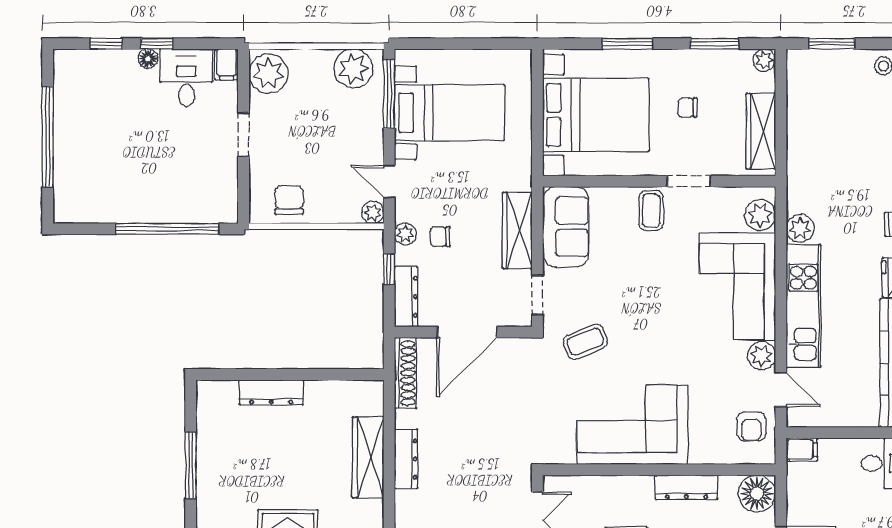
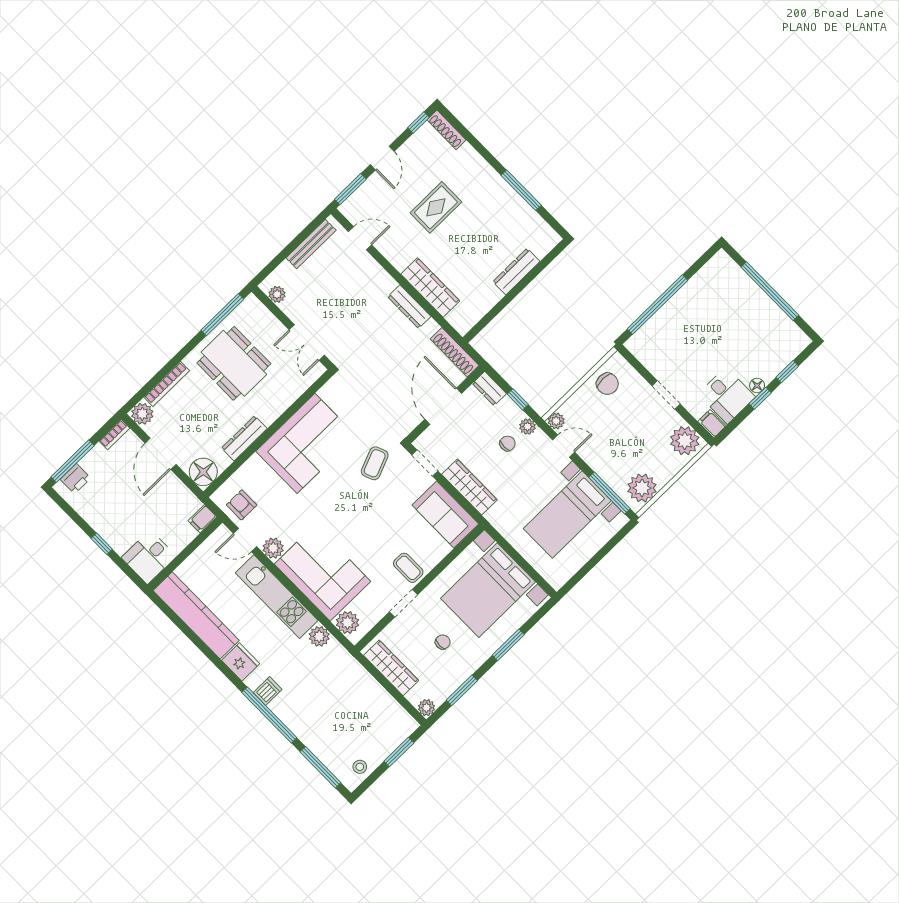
dresser: (406, 297) -> (489, 389), width x0.70

